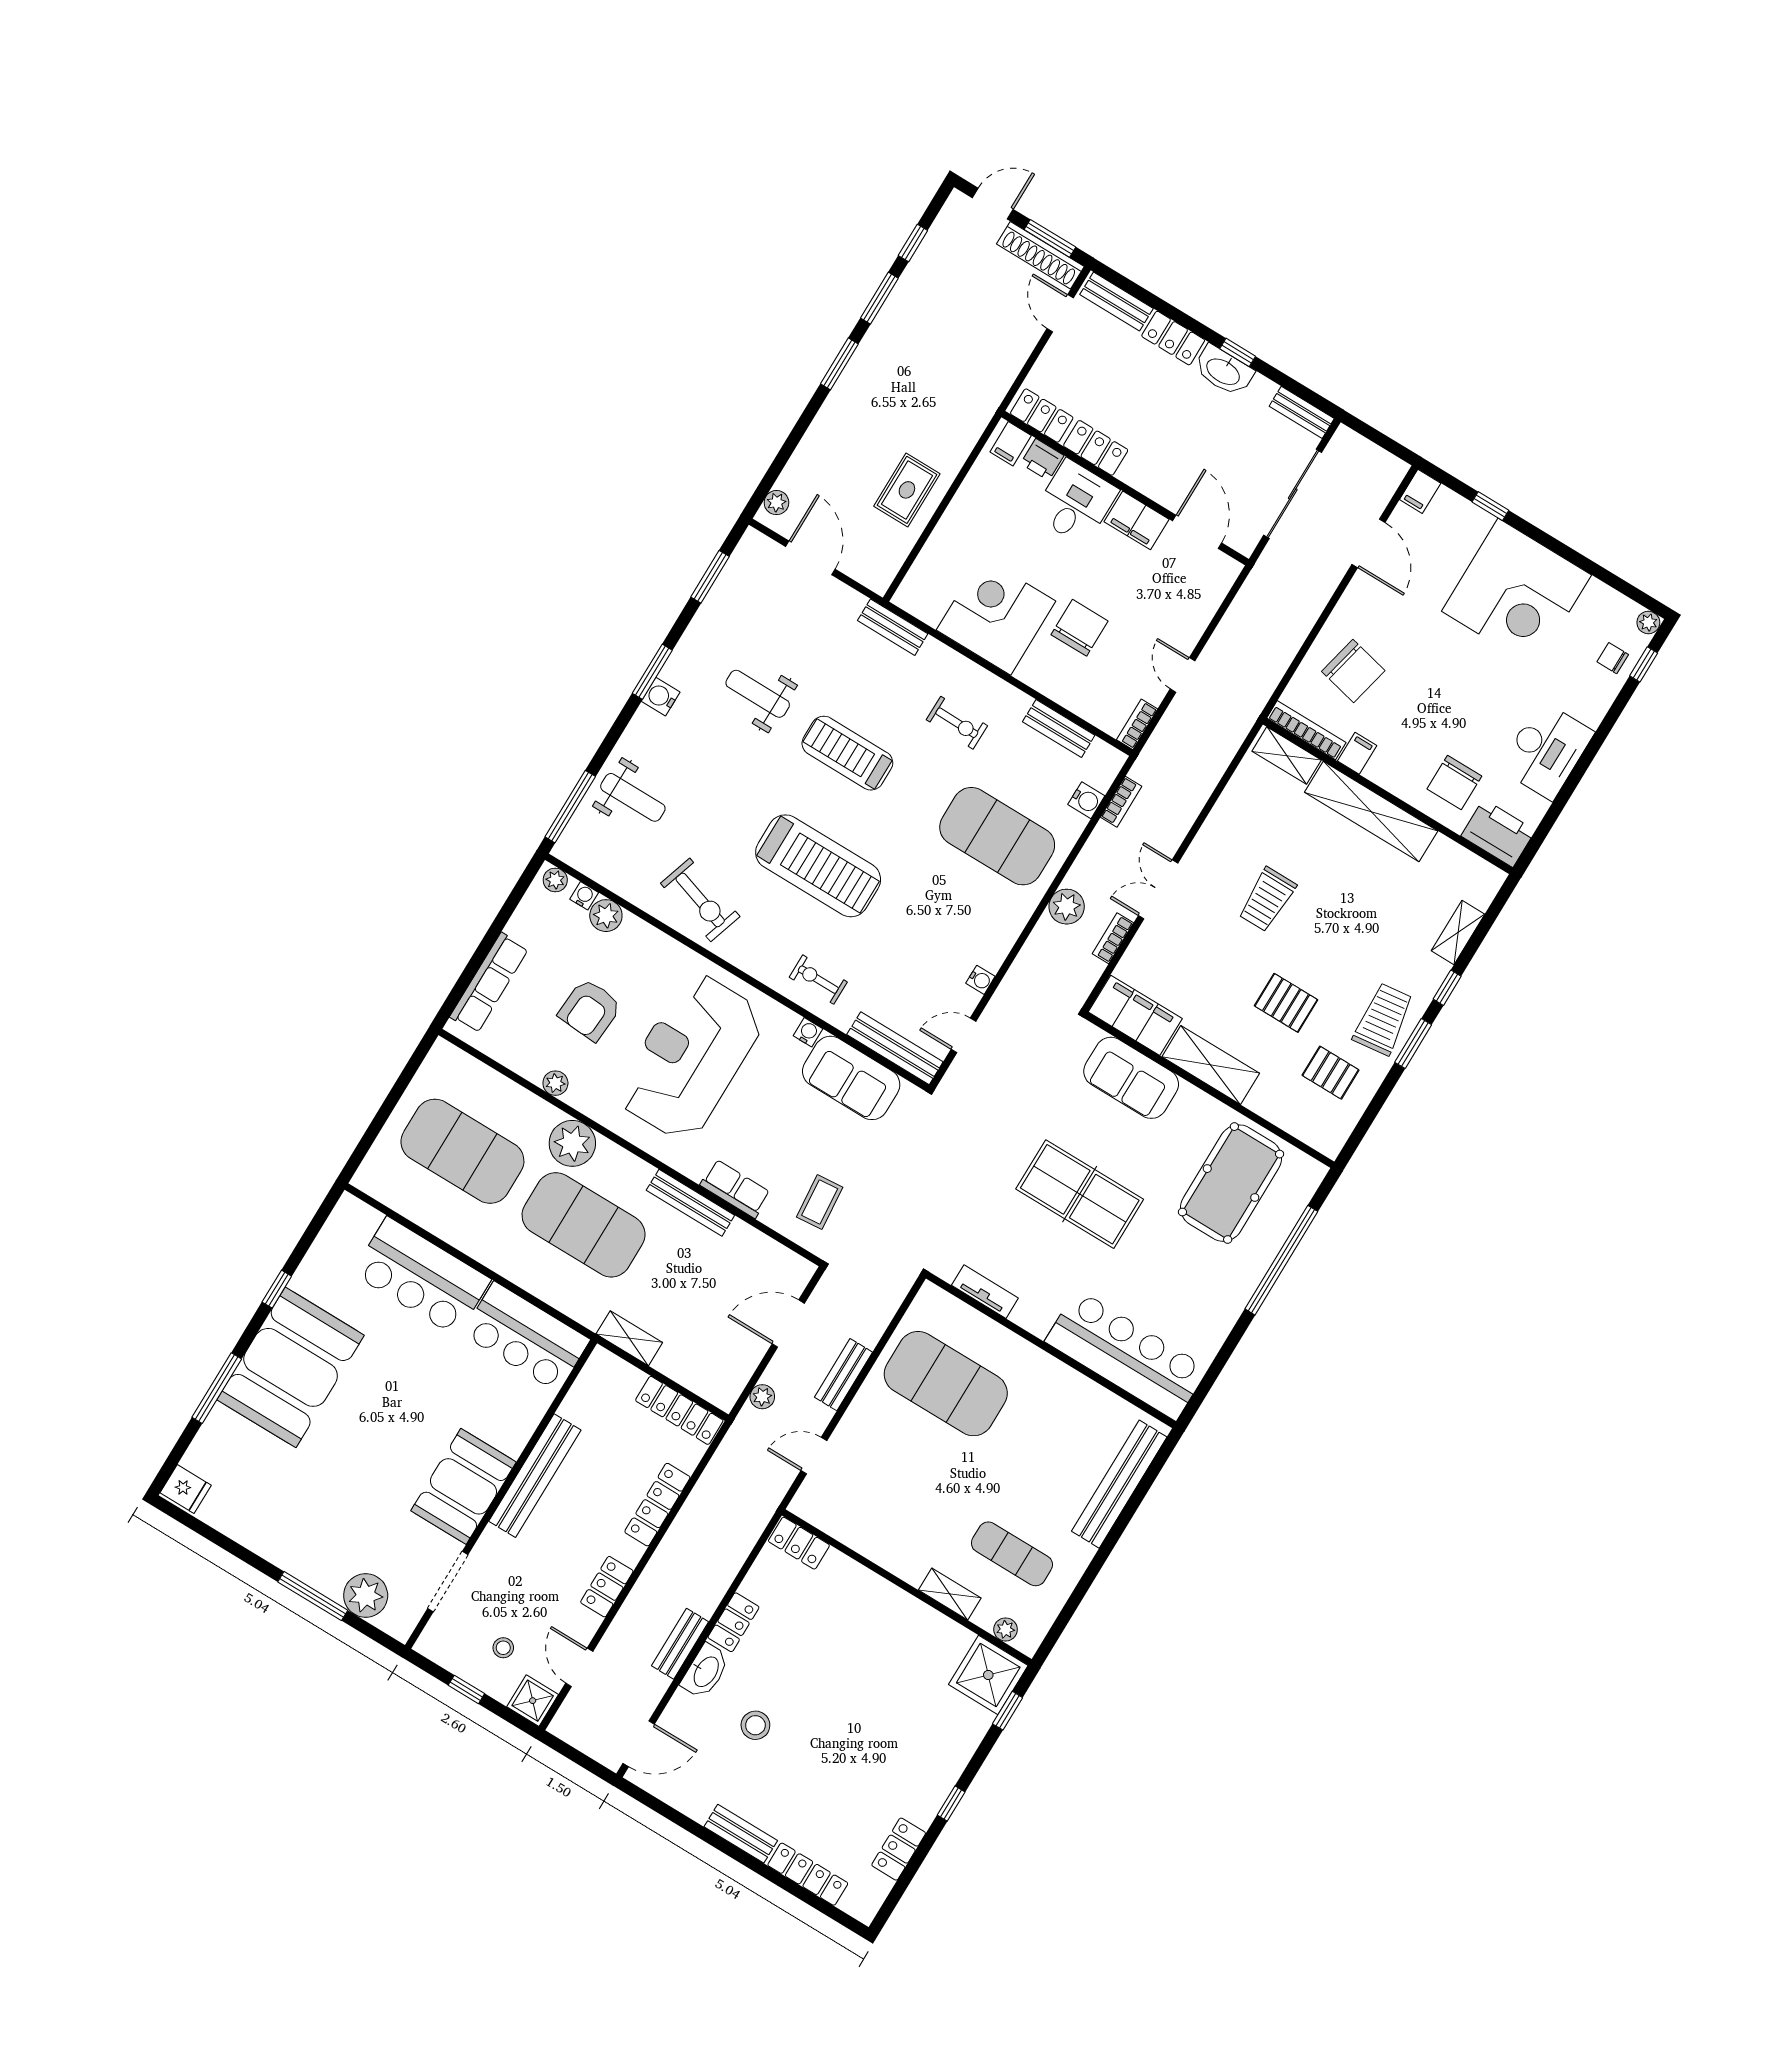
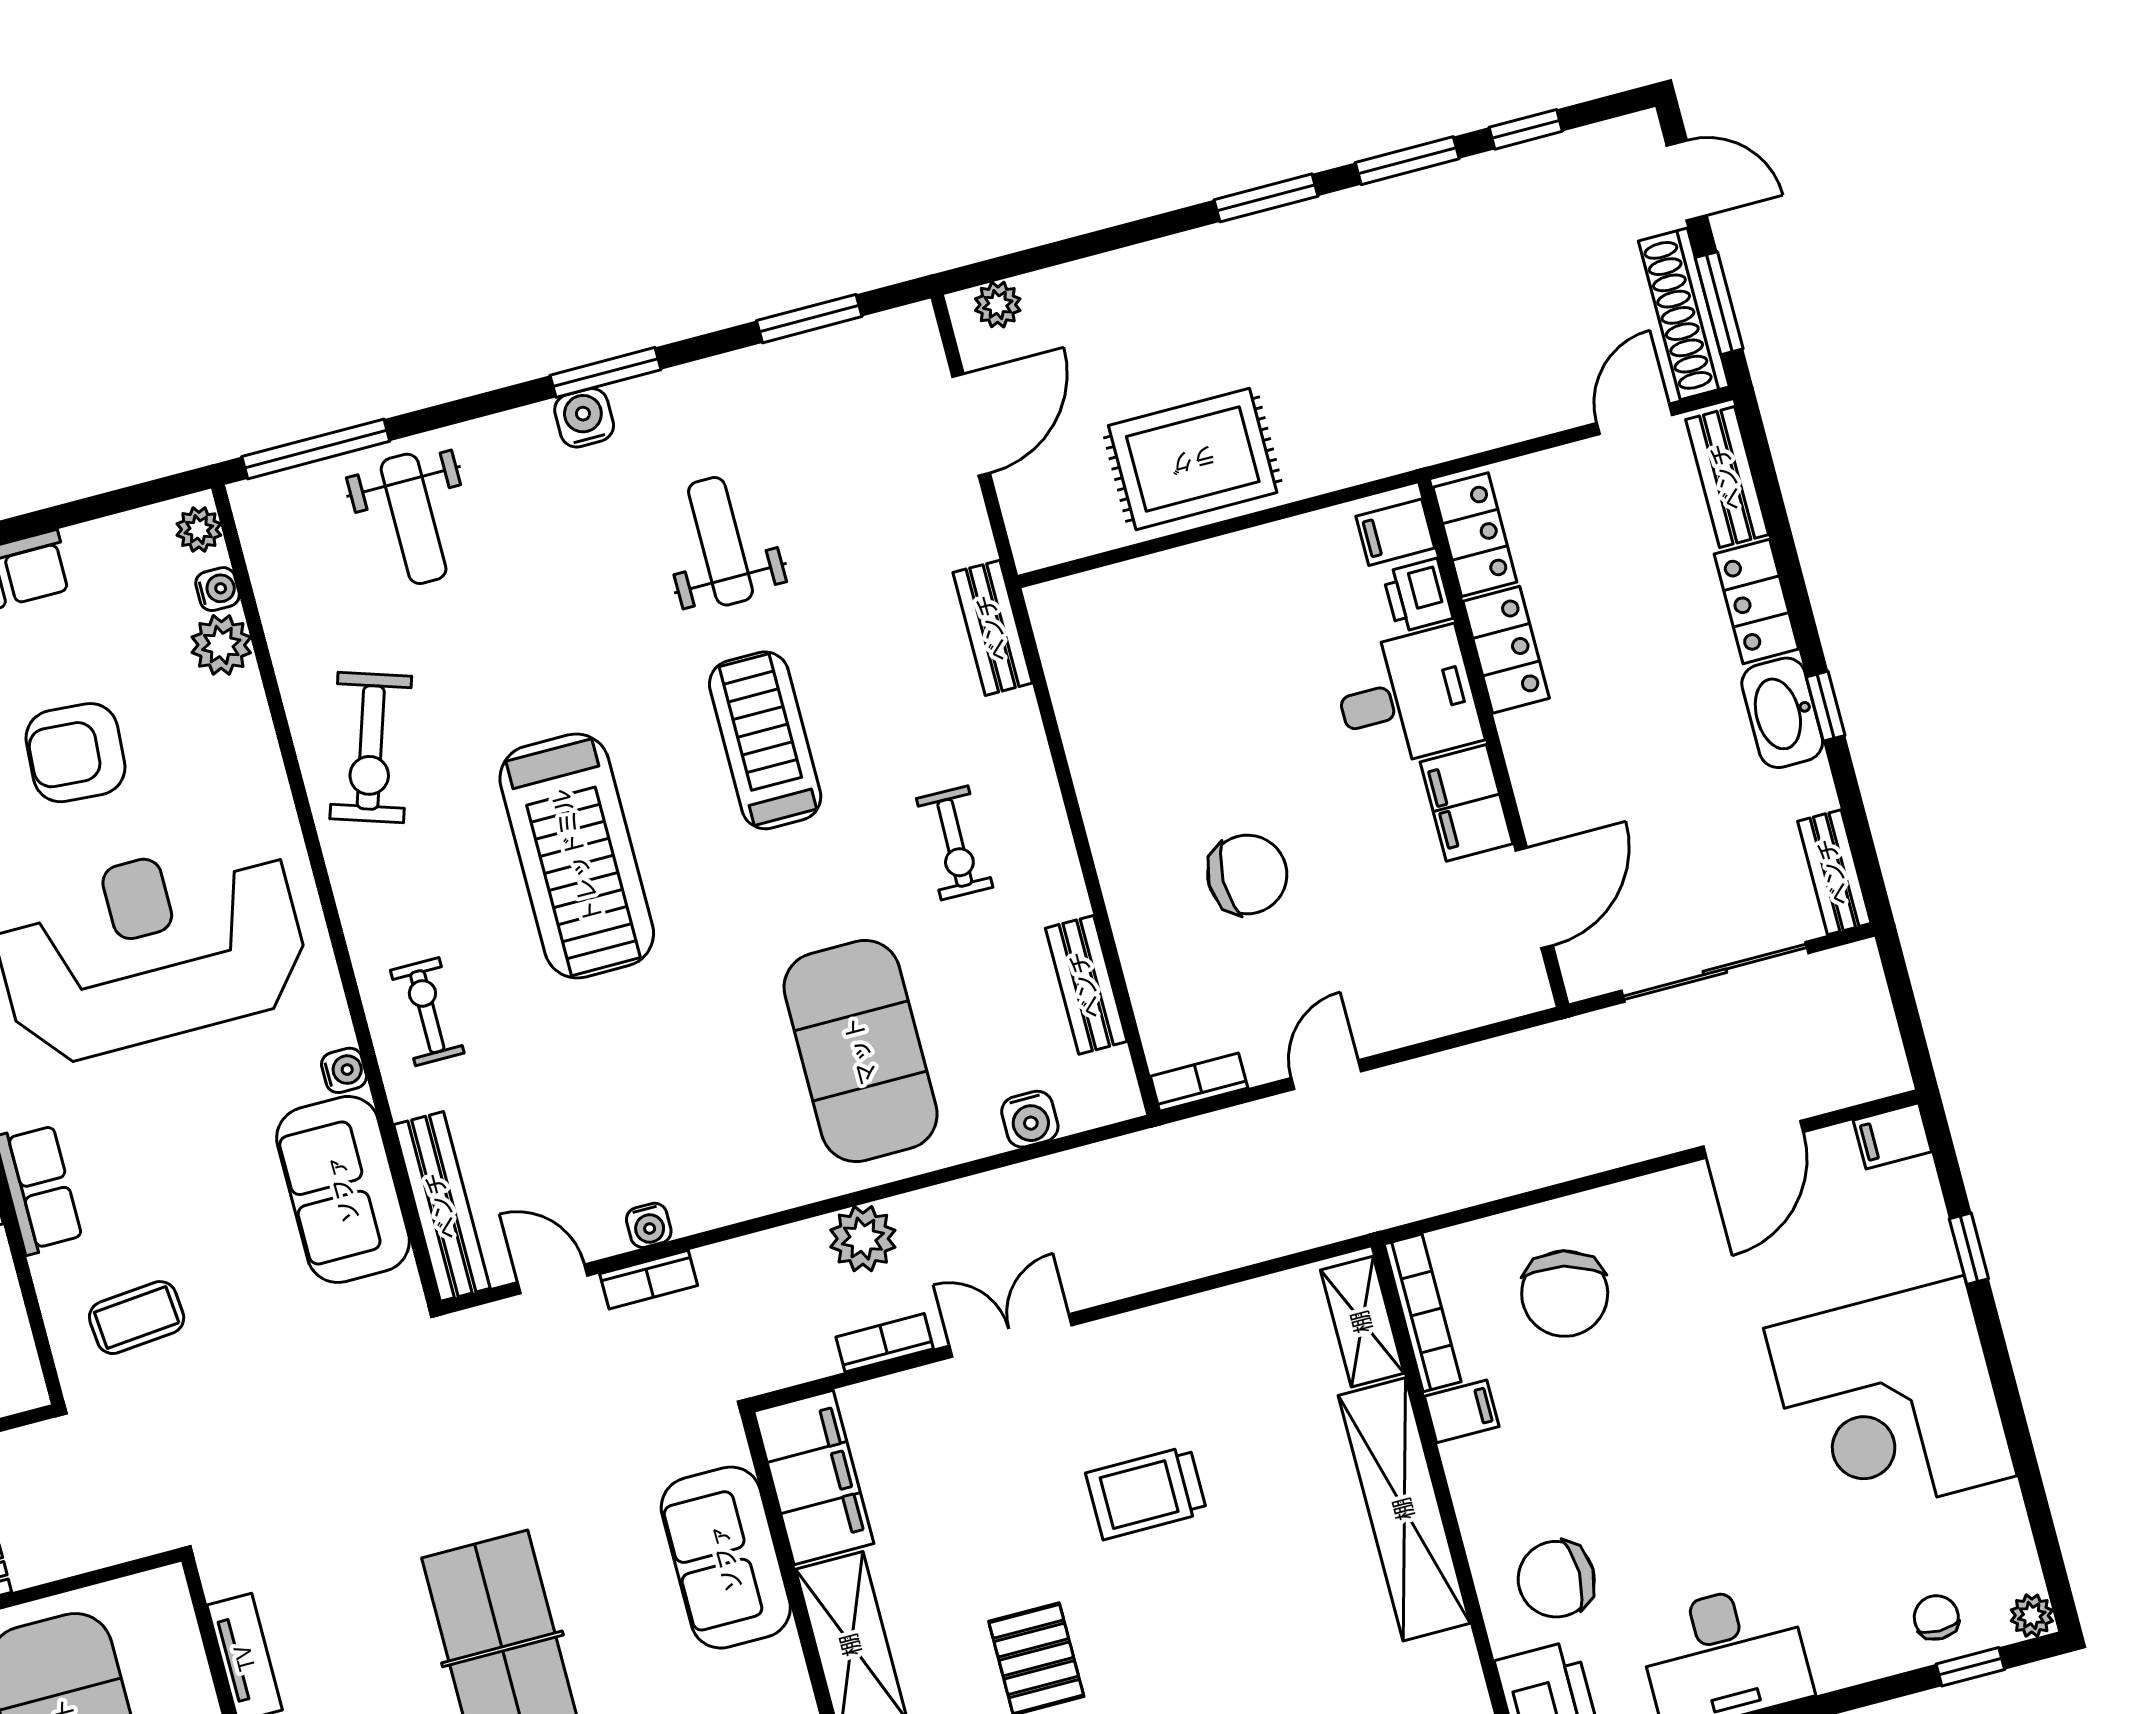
rug: (907, 490) -> (1193, 459), width x1.36, depth x1.43
corner desk: (996, 616) -> (1149, 748), removed
bookcase: (1121, 802) -> (649, 1280), moved

